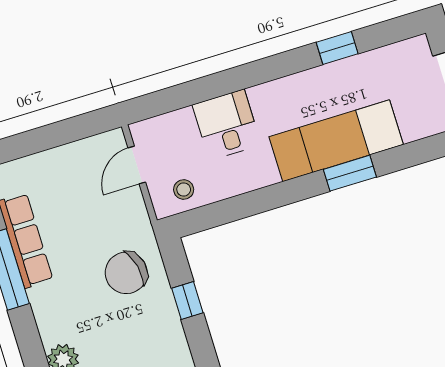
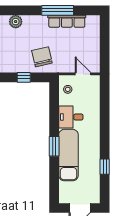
desk: (227, 125) -> (71, 117), moved, turned 180
window: (350, 173) -> (54, 146), moved

